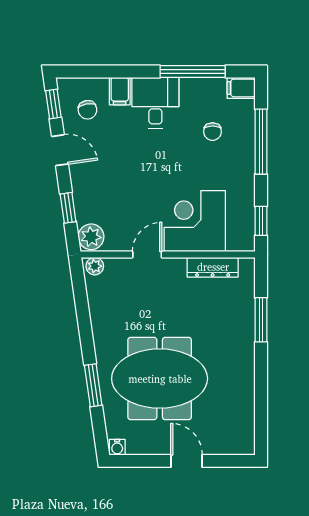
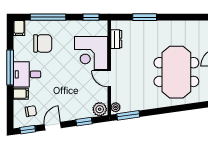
window: (193, 72) -> (10, 67), moved
chair: (212, 132) -> (43, 43), width x1.87, depth x1.87
dresser: (213, 267) -> (116, 39), width x0.70
window: (93, 385) -> (128, 115), moved

